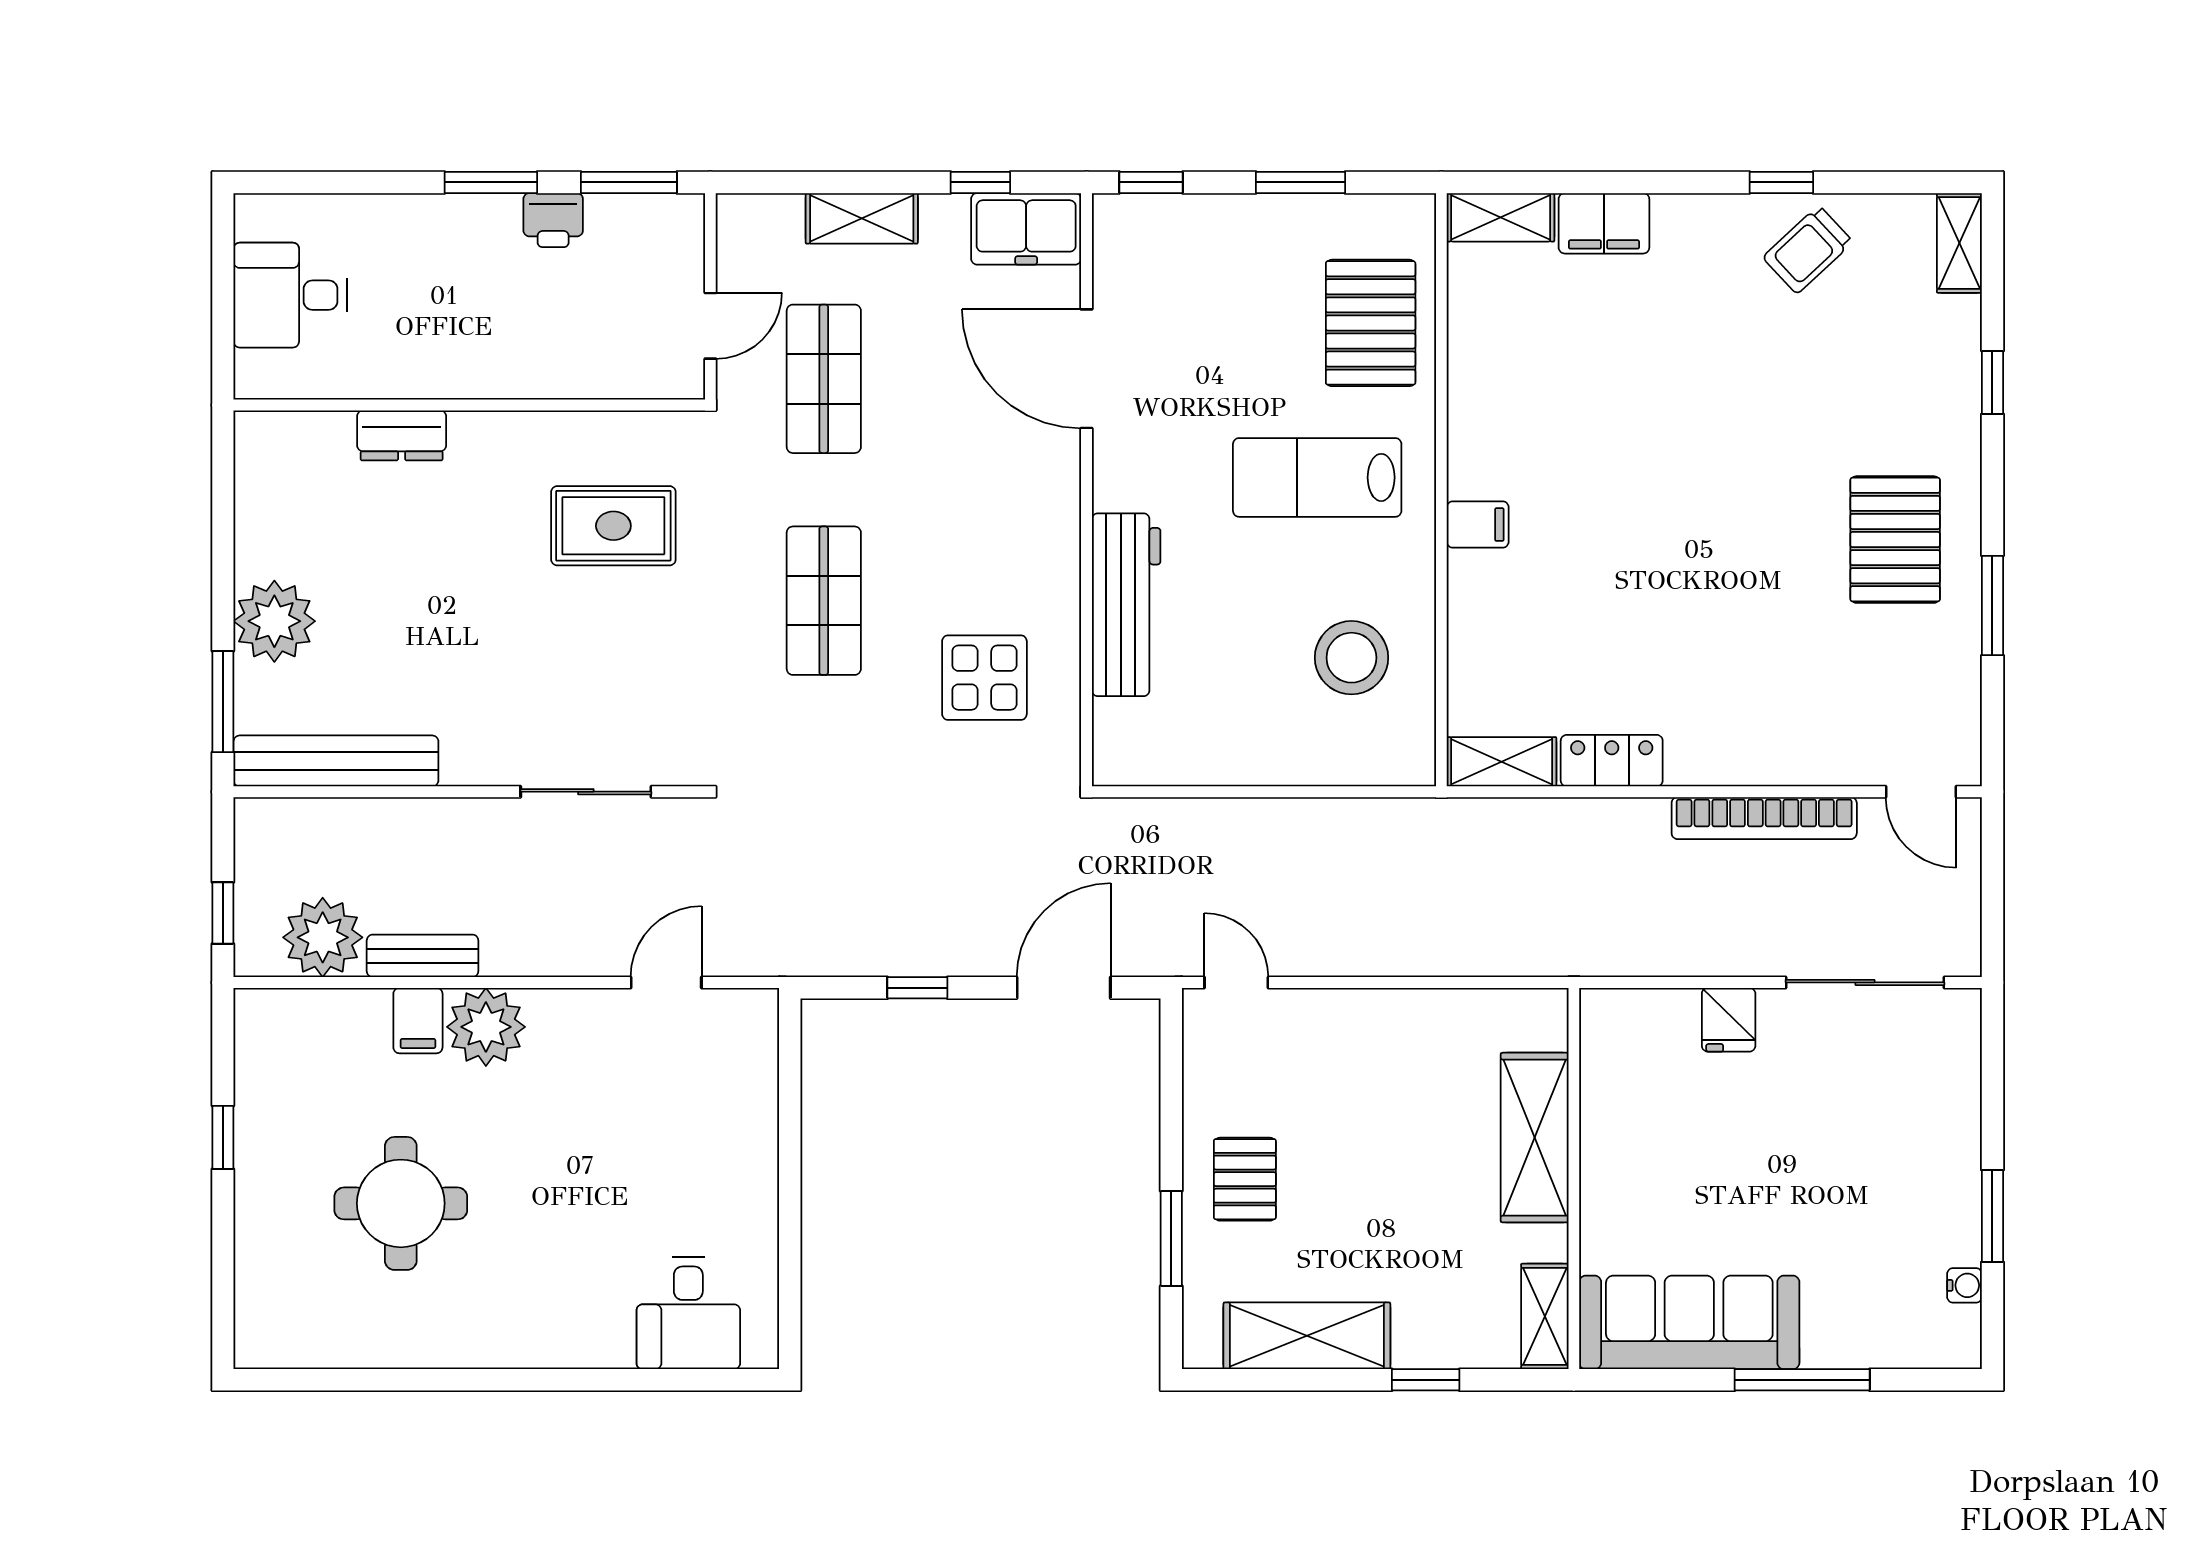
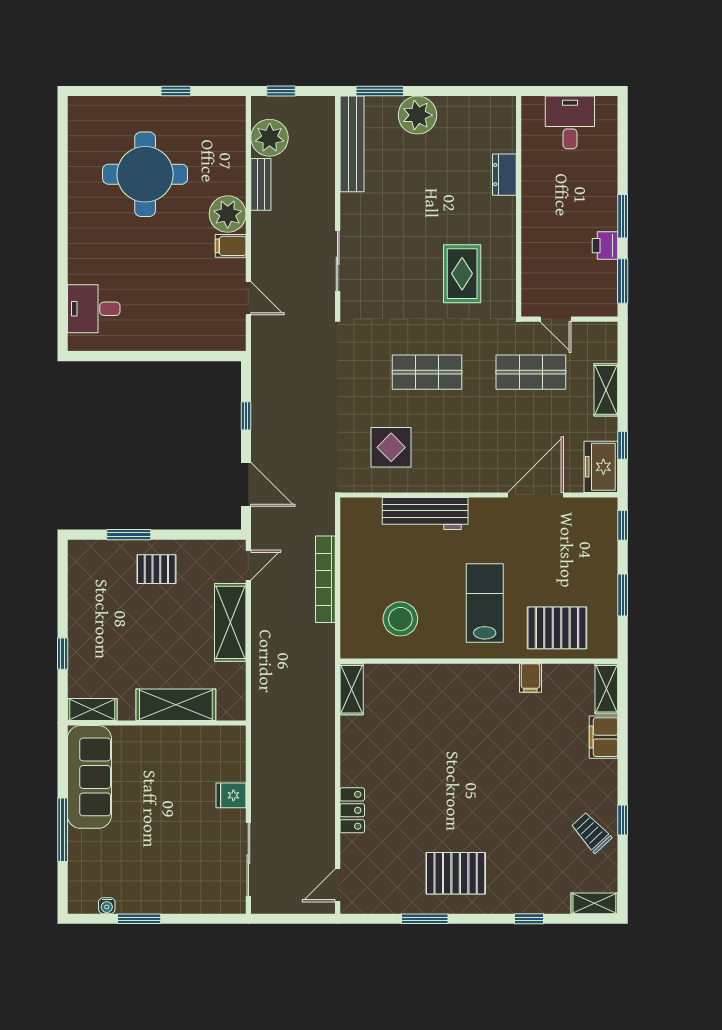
filing cabinet: (1478, 525) -> (530, 678), moved
locker: (1612, 761) -> (352, 810), moved
bookcase: (1764, 818) -> (325, 579), moved
filing cabinet: (418, 1021) -> (231, 246), moved
round table: (401, 1203) -> (145, 174), width x1.36, depth x1.36
shelving: (1307, 1336) -> (230, 622), moved

